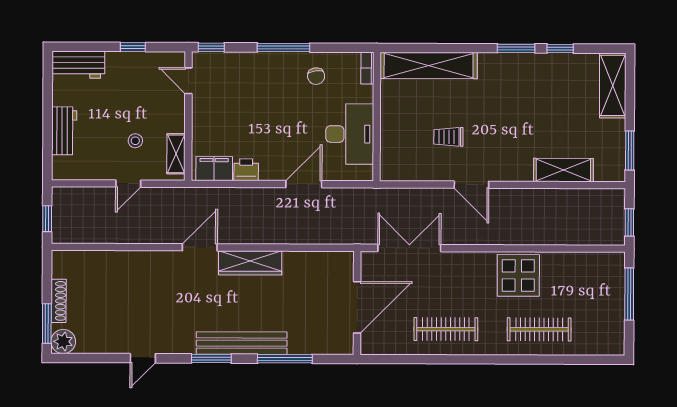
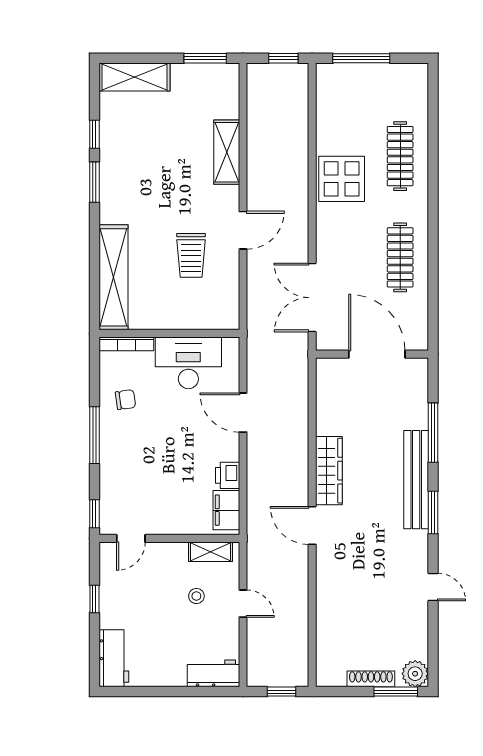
bookcase: (367, 68) -> (126, 344), width x1.56
workbench: (64, 131) -> (213, 673), moved
trolley: (448, 137) -> (191, 255), width x1.36, depth x1.39
shelving: (563, 170) -> (227, 152), moved

